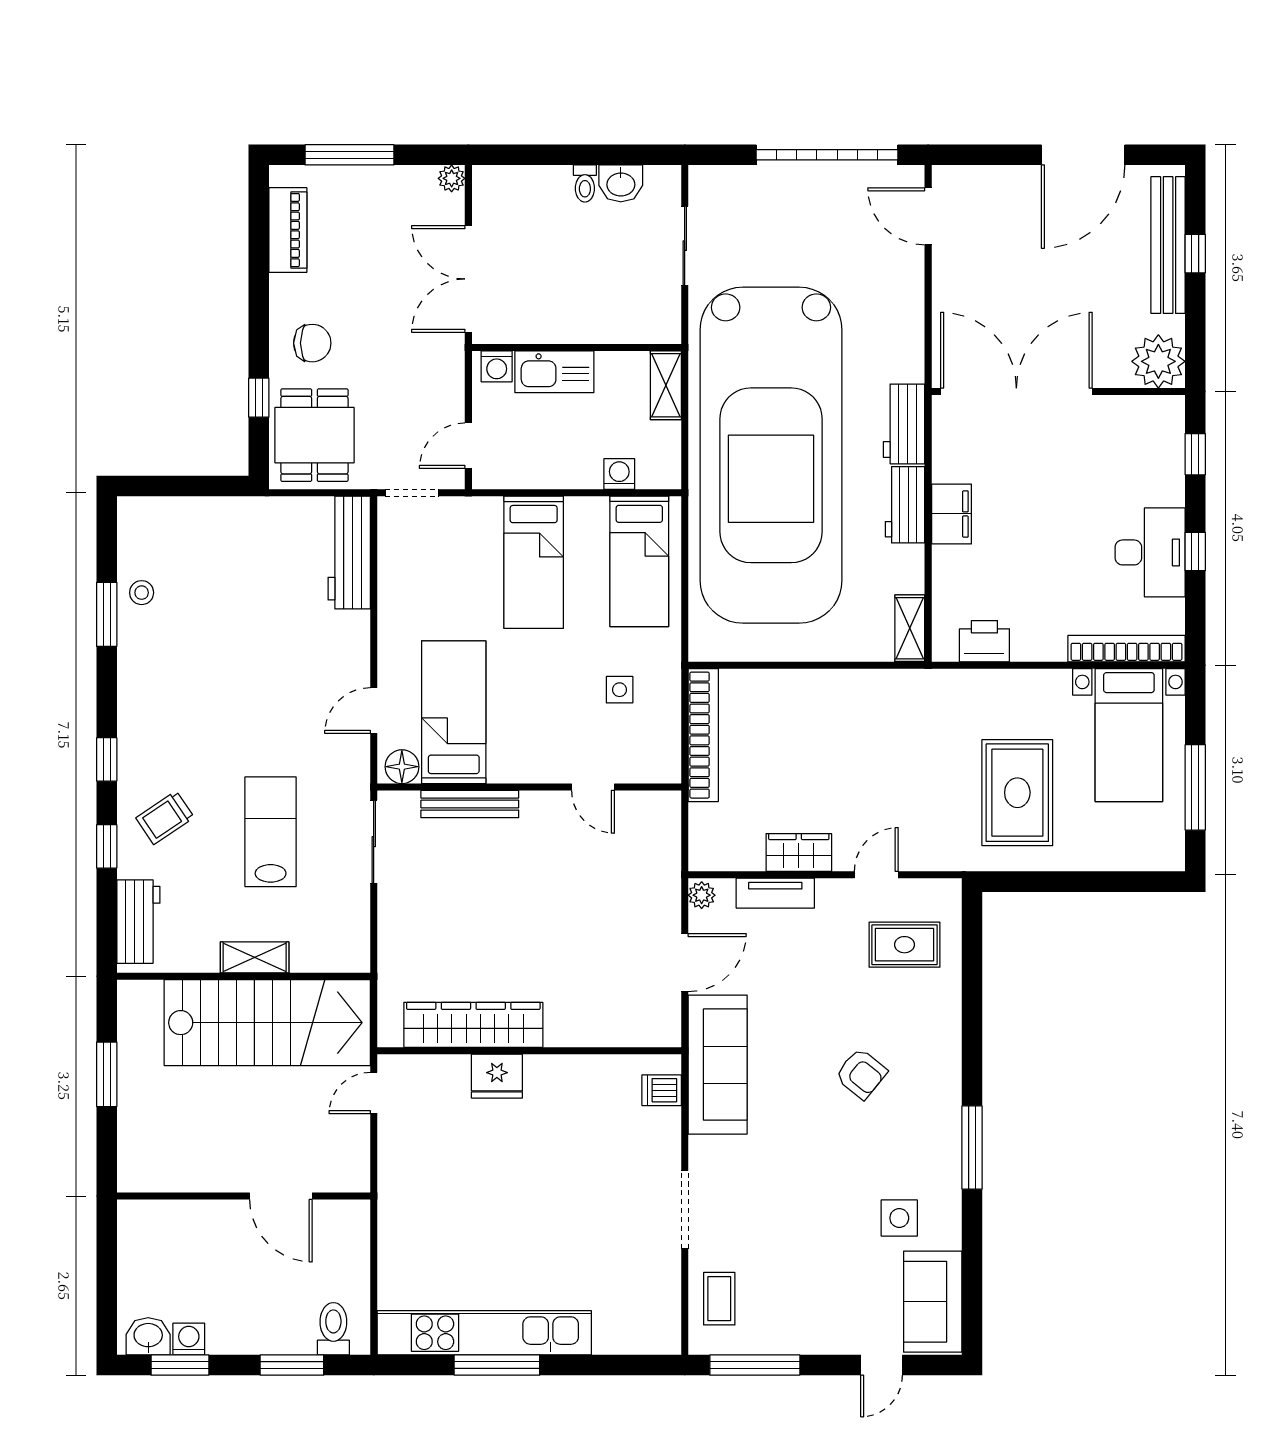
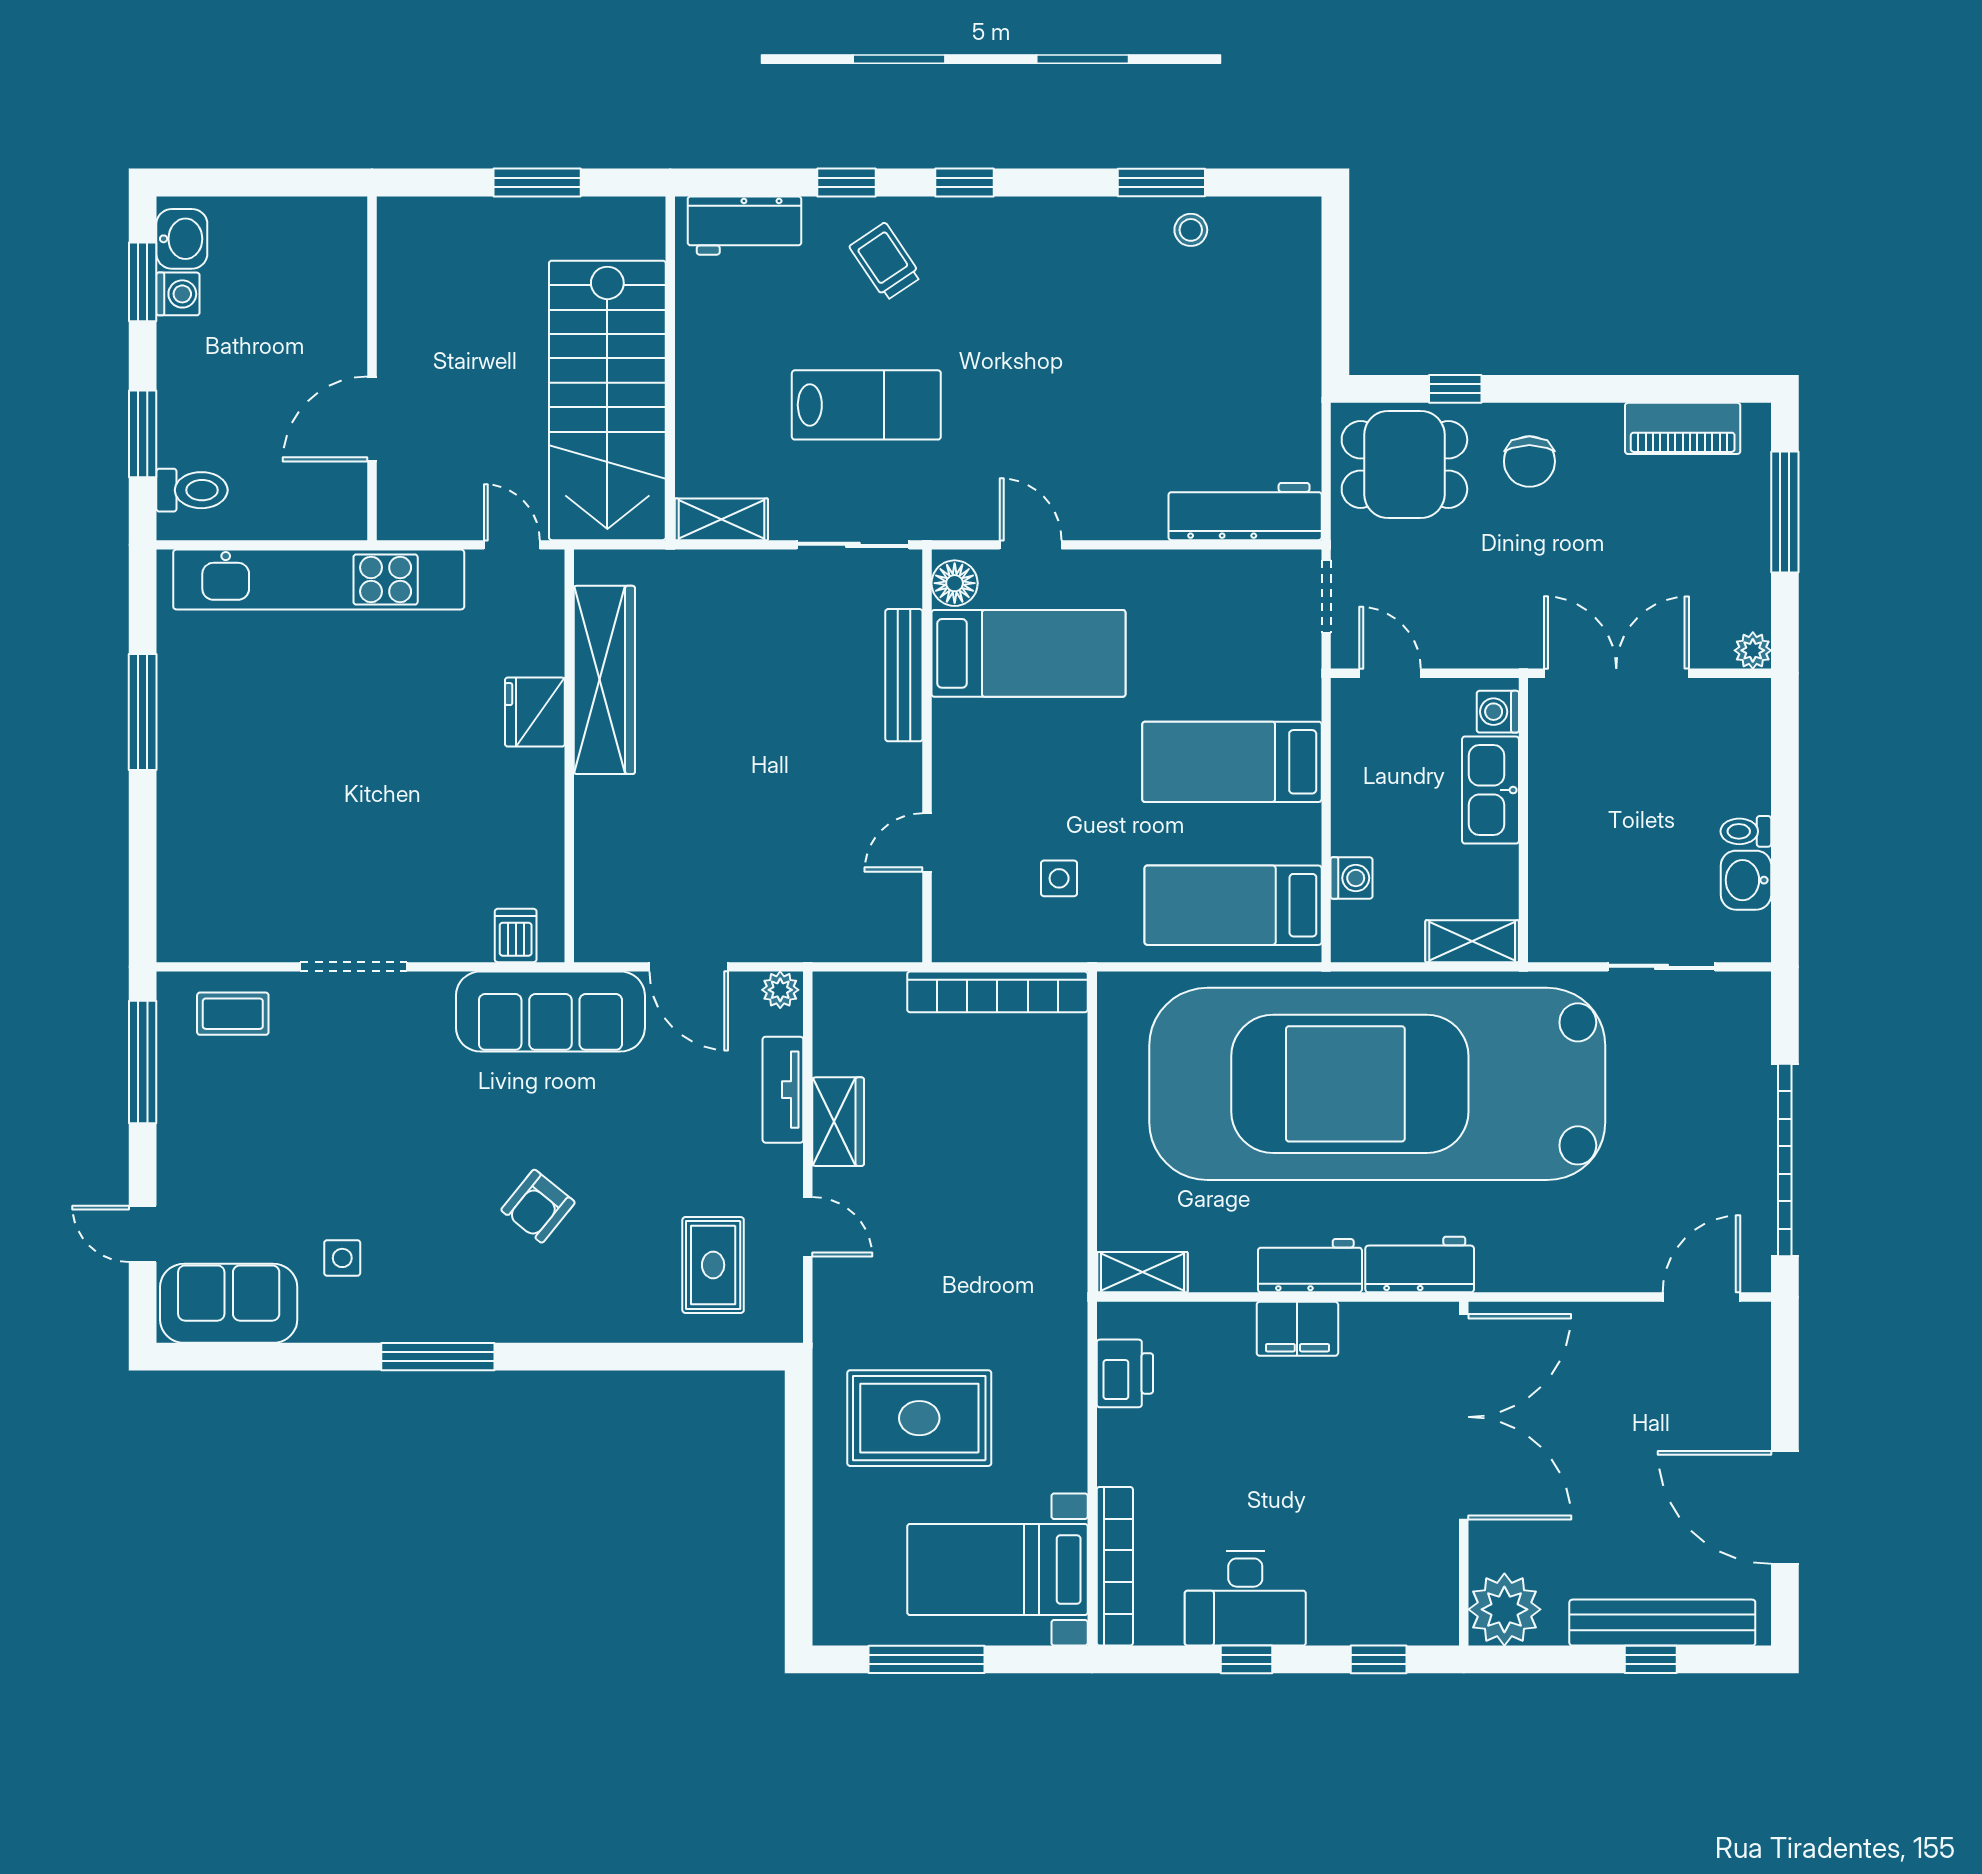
shelving: (255, 957) -> (721, 519), moved, turned 90
side table: (899, 1218) -> (342, 1258), width x0.73, depth x0.73
kitchen unit: (484, 1333) -> (319, 579), moved, turned 90

